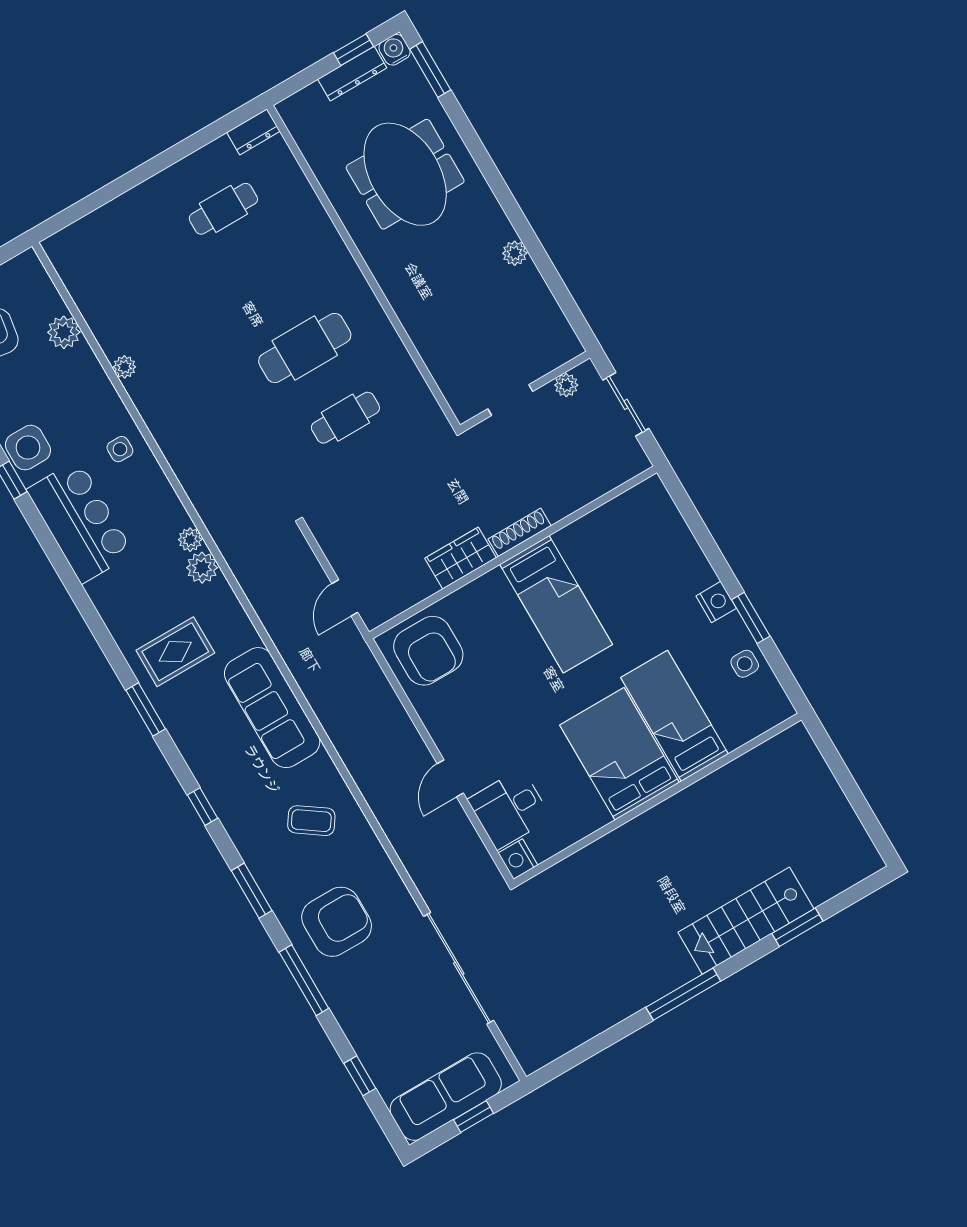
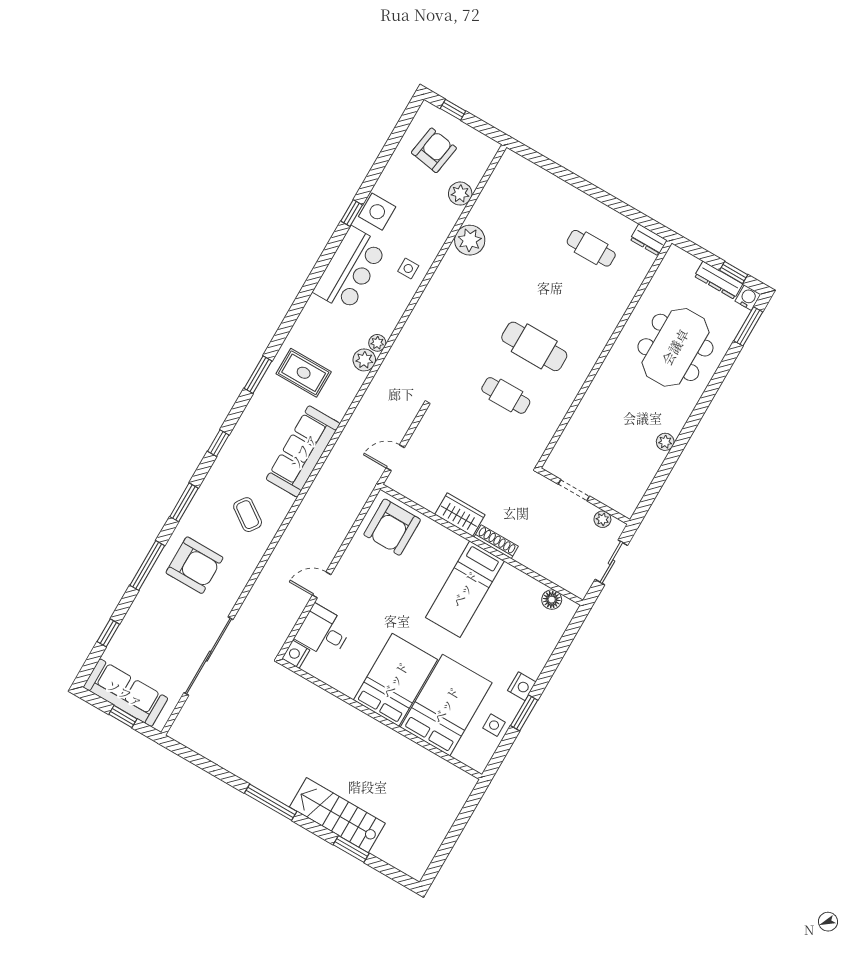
plant: (125, 367) -> (470, 240), width x1.88, depth x1.88
floor lamp: (630, 504) -> (552, 600), added
bed: (674, 716) -> (446, 705), width x1.50

